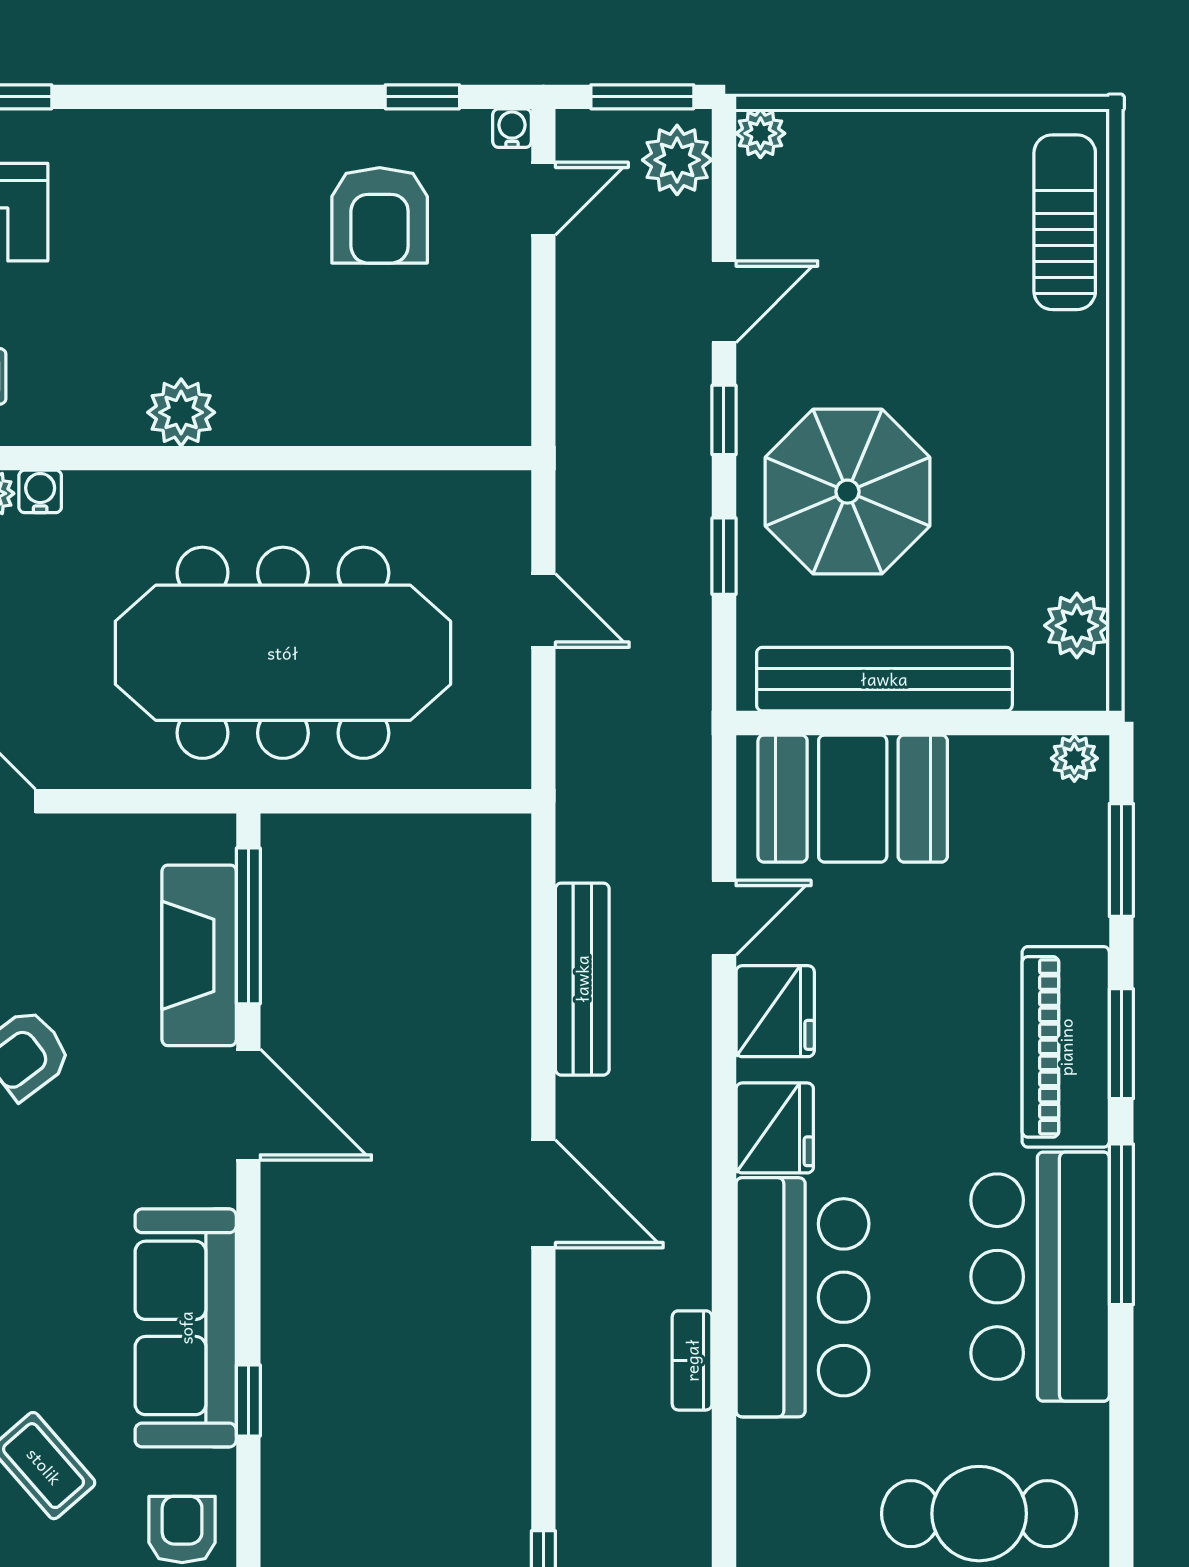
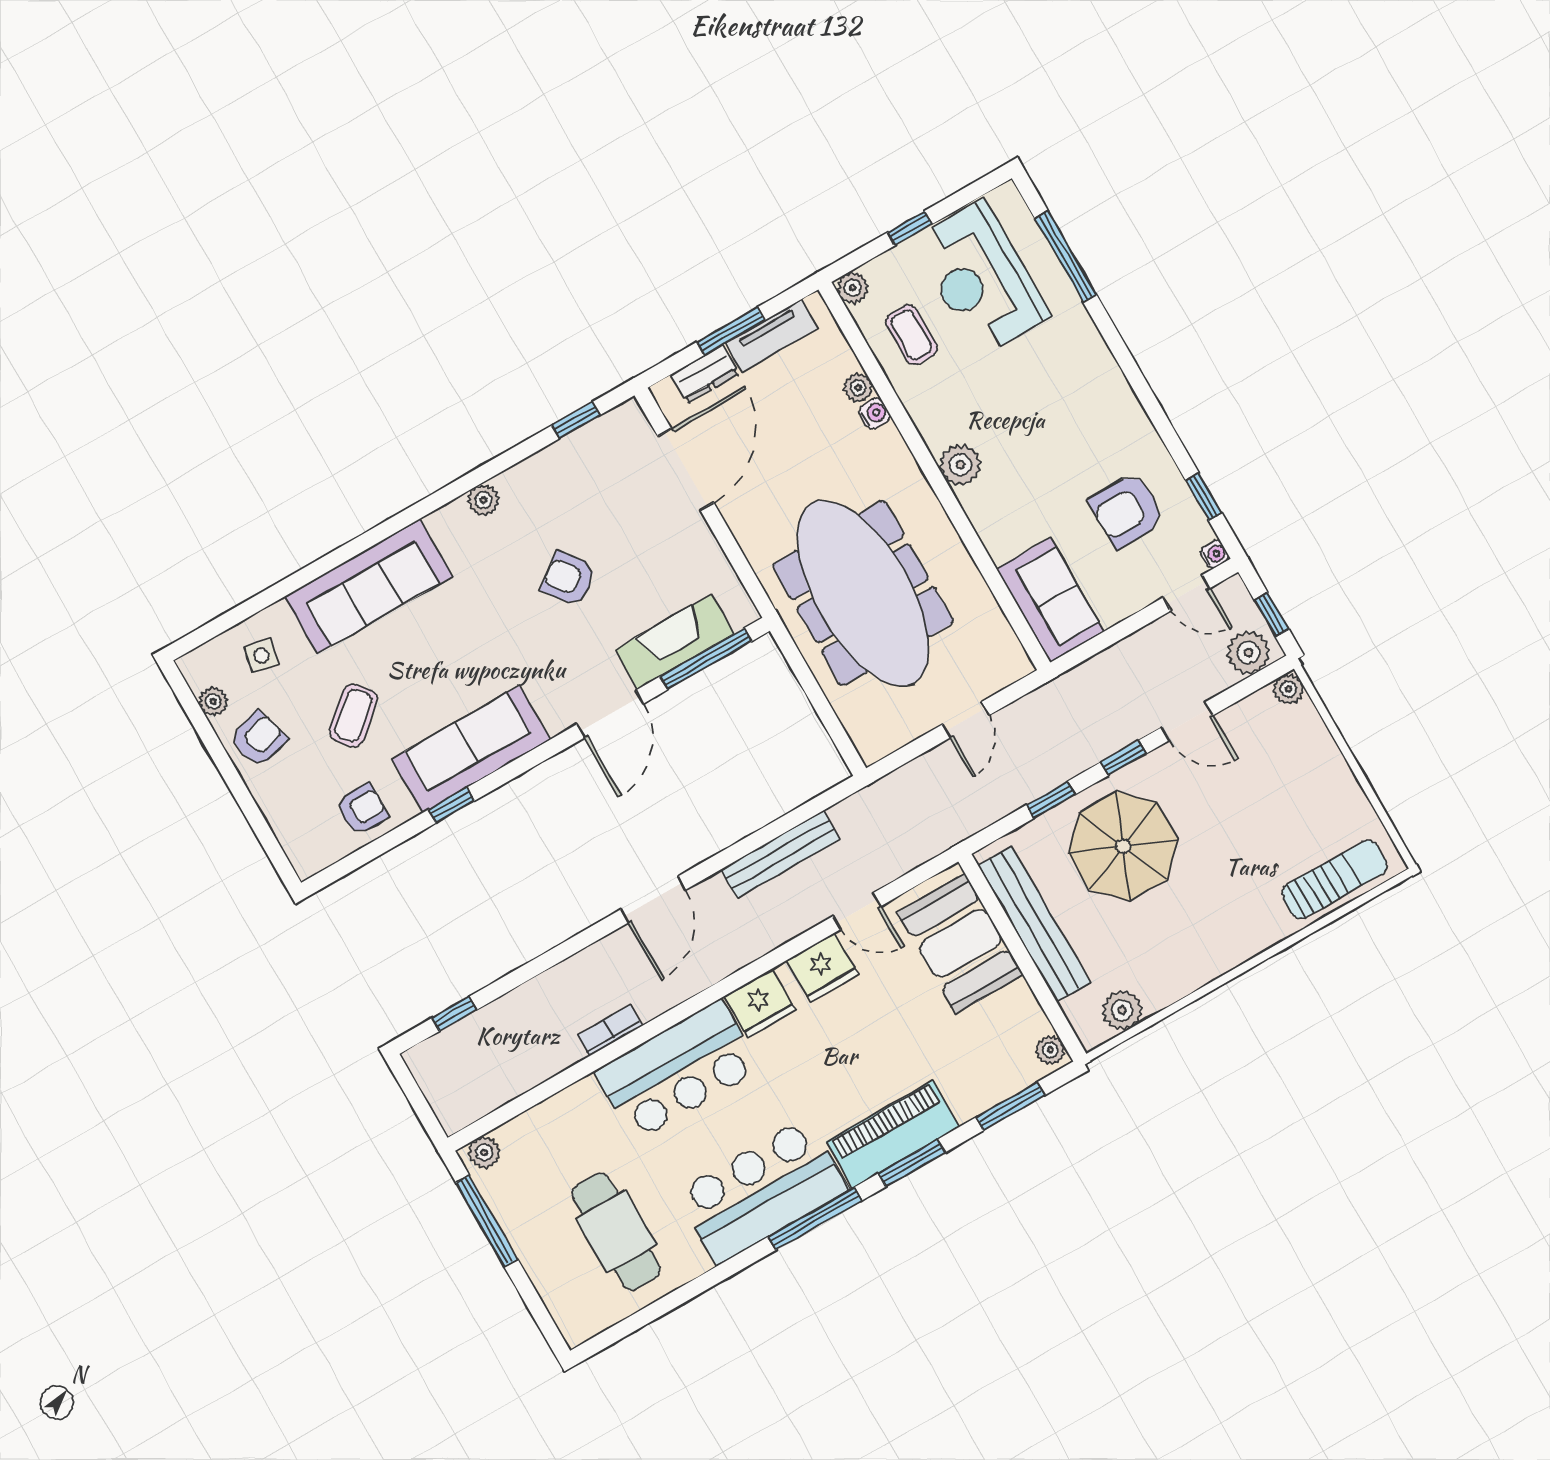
window: (642, 97) -> (1272, 615), width x0.67
sofa: (444, 395) -> (1050, 600), added

